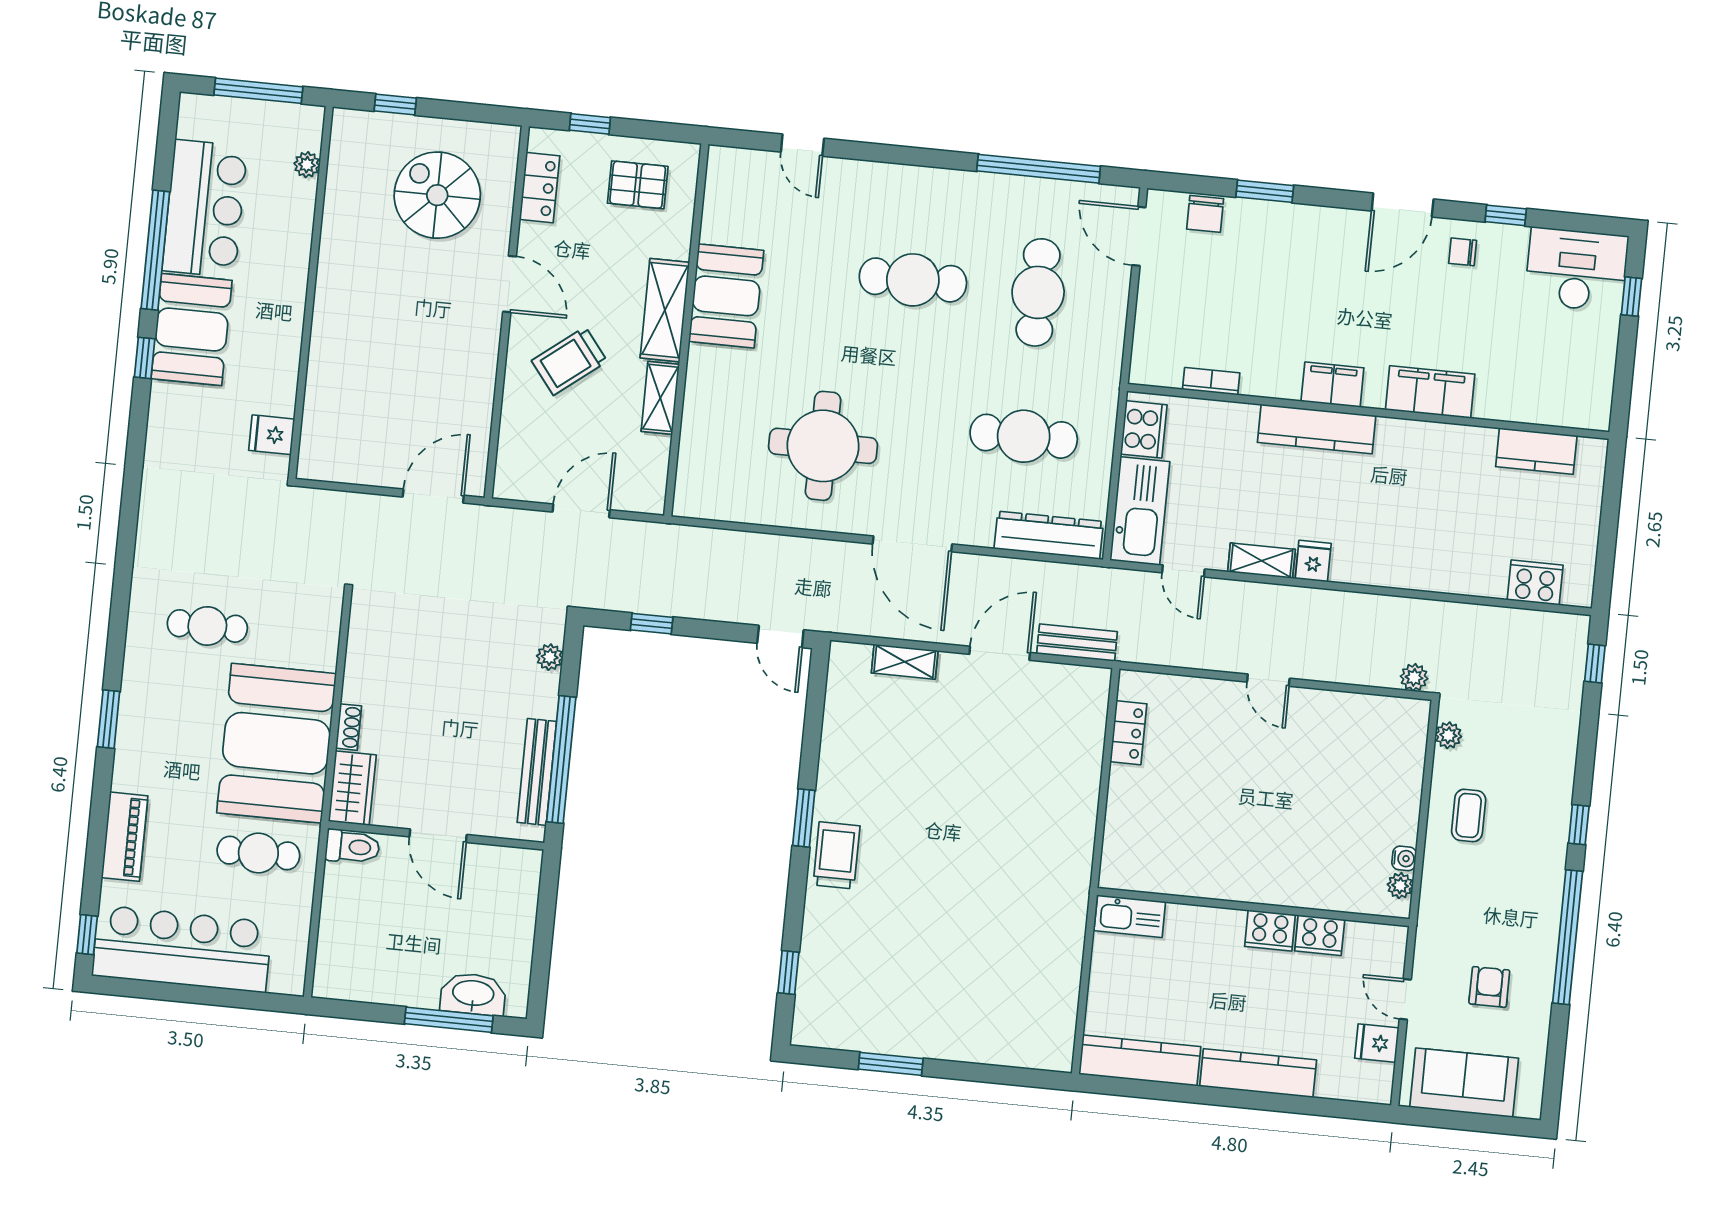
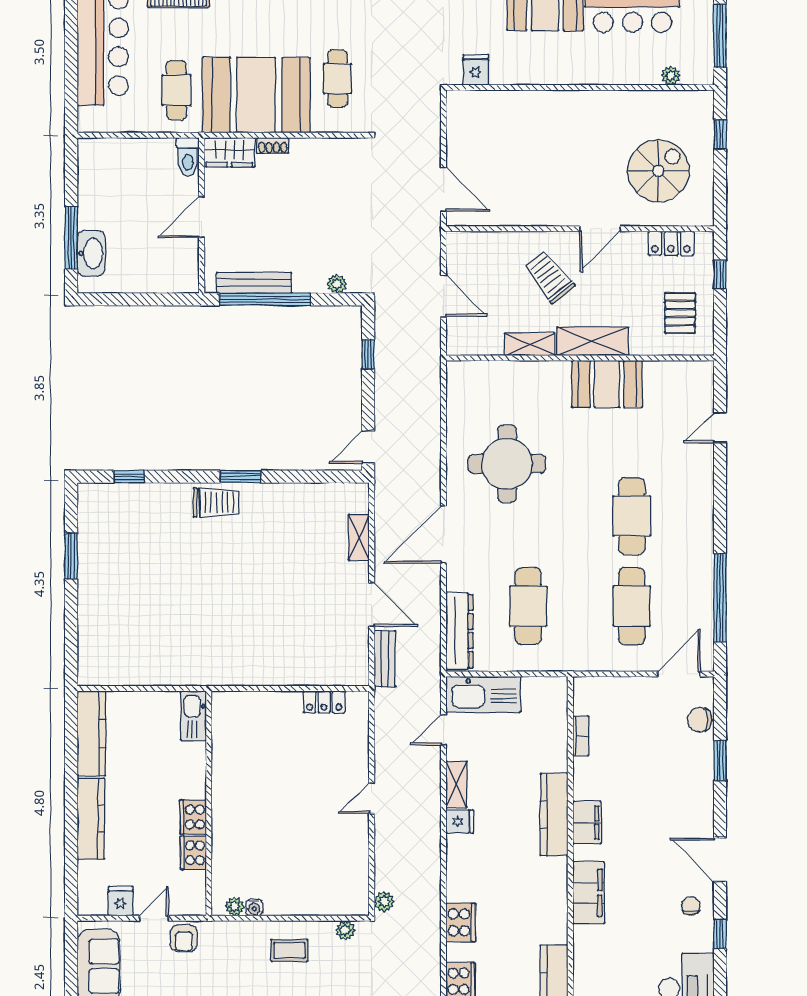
cafe table: (1038, 292) -> (632, 606), turned 90
cooker: (1144, 429) -> (461, 922), moved, turned -90
cafe table: (207, 626) -> (337, 79), moved
armchair: (1489, 987) -> (184, 938), moved, turned 90

